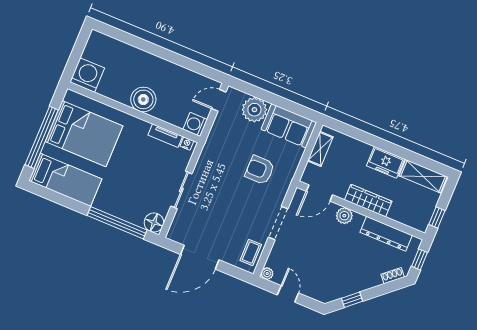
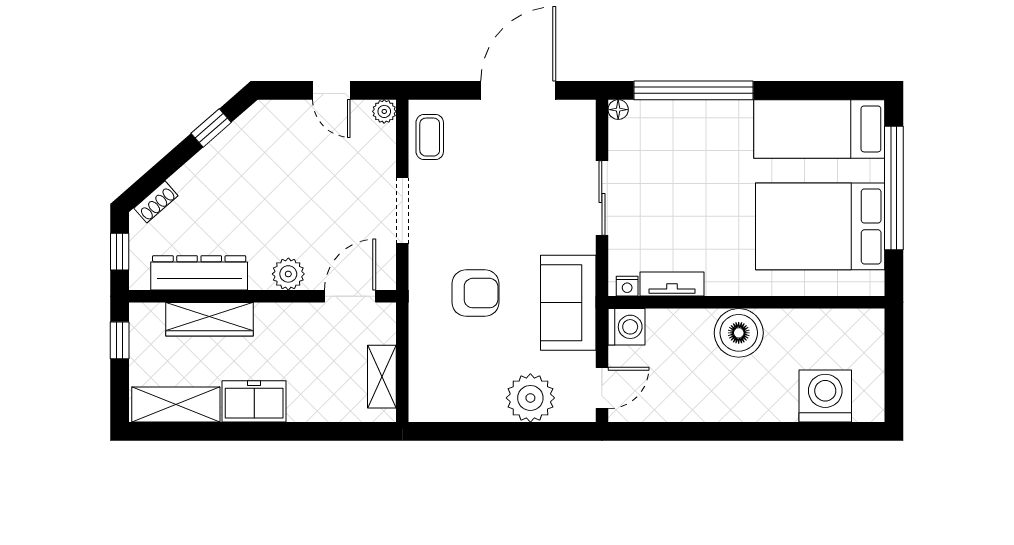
washing machine: (87, 75) -> (825, 396), moved, turned 180
sofa: (289, 126) -> (568, 303), moved, turned -90
wardrobe: (368, 201) -> (209, 319), moved
floor lamp: (154, 223) -> (618, 110), width x0.53, depth x0.53

